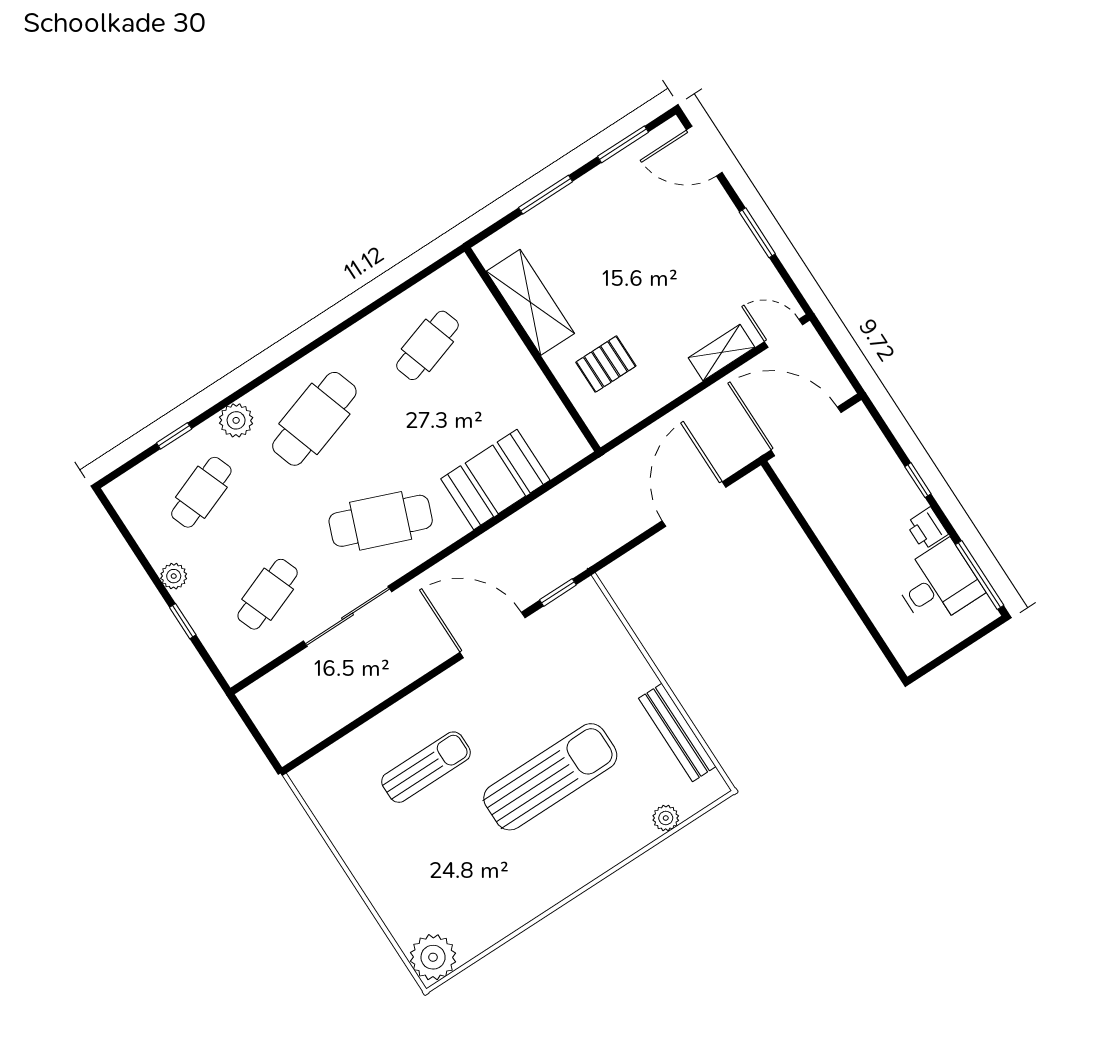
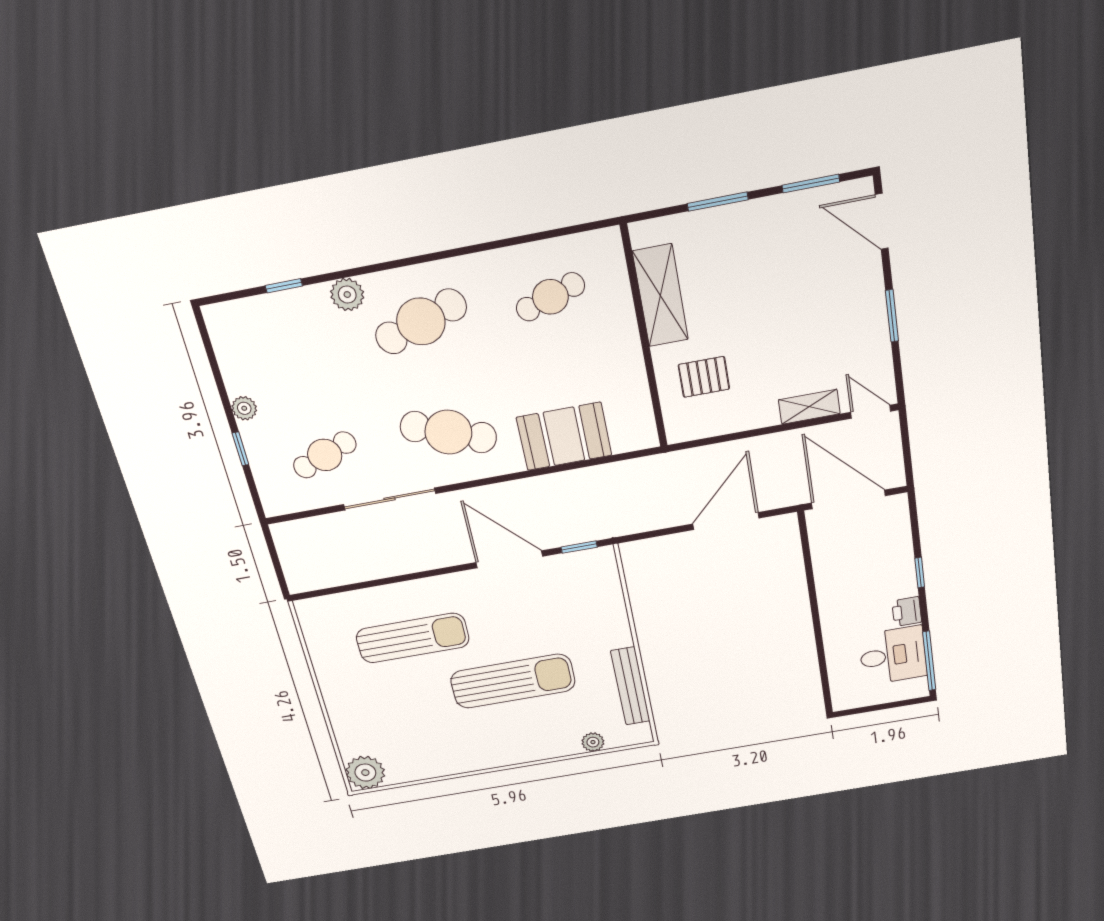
cafe table: (201, 492) -> (293, 346), removed
sun lounger: (426, 767) -> (413, 638), width x1.36, depth x1.34

